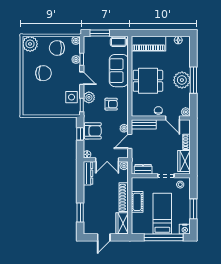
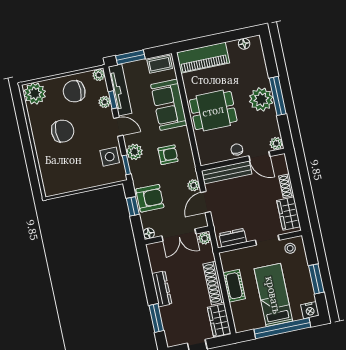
tv unit: (88, 54) -> (120, 90), added
bench: (144, 124) -> (227, 172), width x1.36
dresser: (88, 173) -> (162, 289), moved

